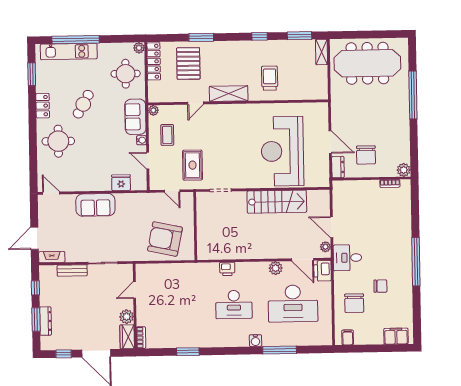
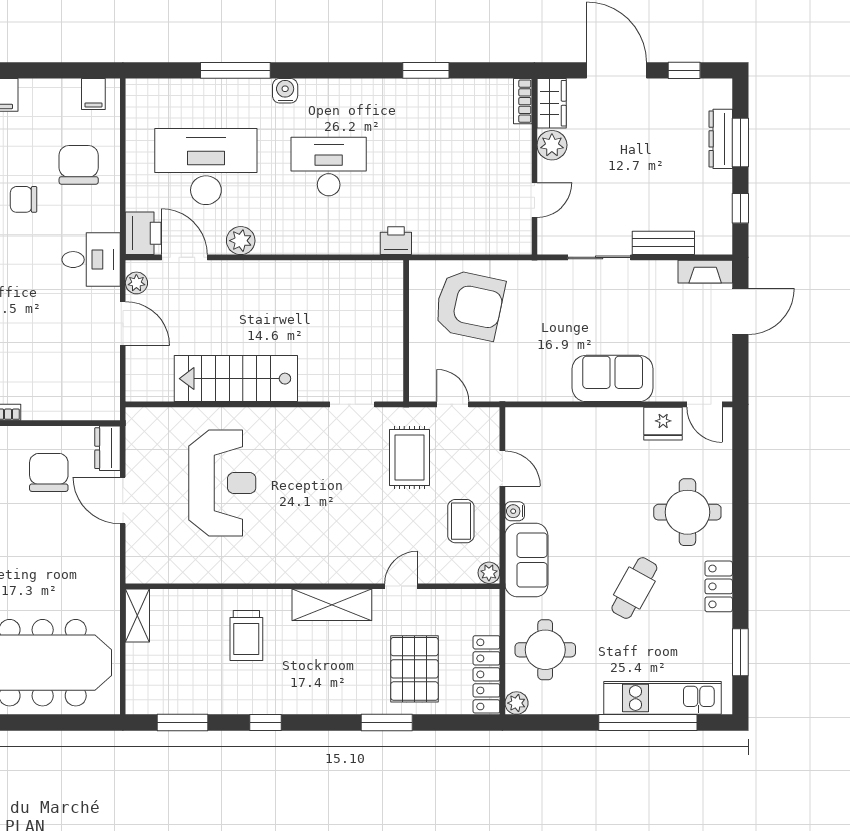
shelving: (322, 52) -> (137, 615), moved
reception desk: (282, 151) -> (222, 483), width x0.74, depth x0.77
fridge: (121, 183) -> (663, 424), moved
printer: (227, 269) -> (396, 241), moved

